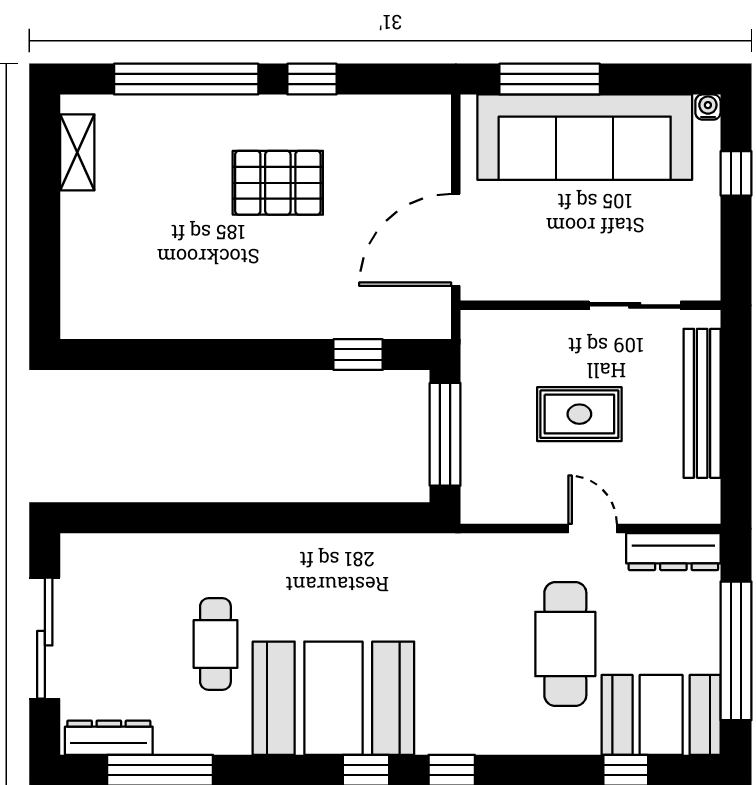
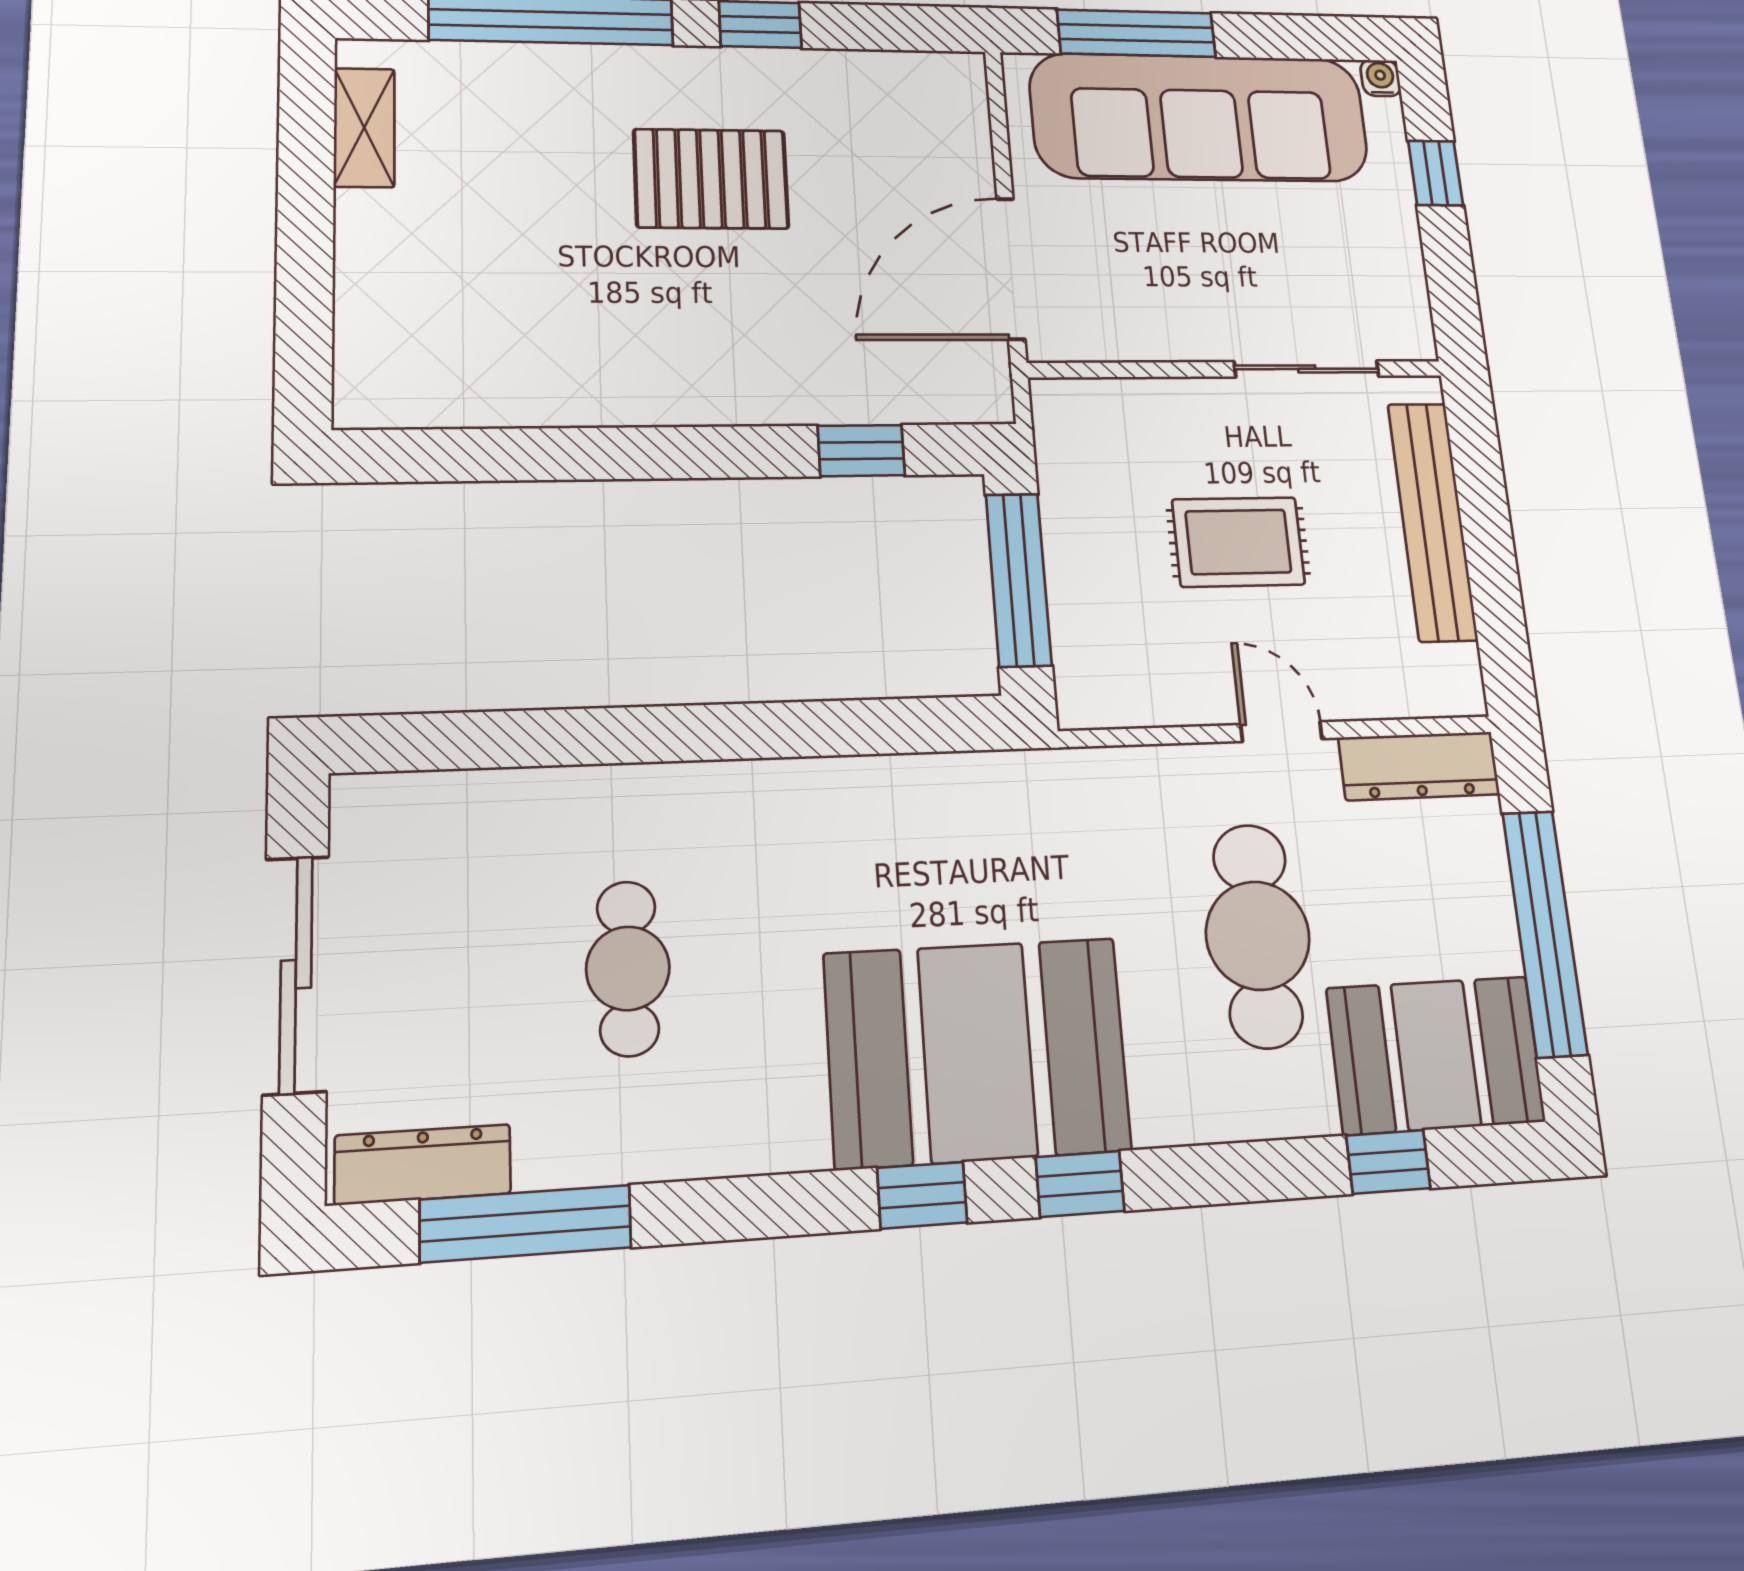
booth: (333, 698) -> (977, 1052), moved

